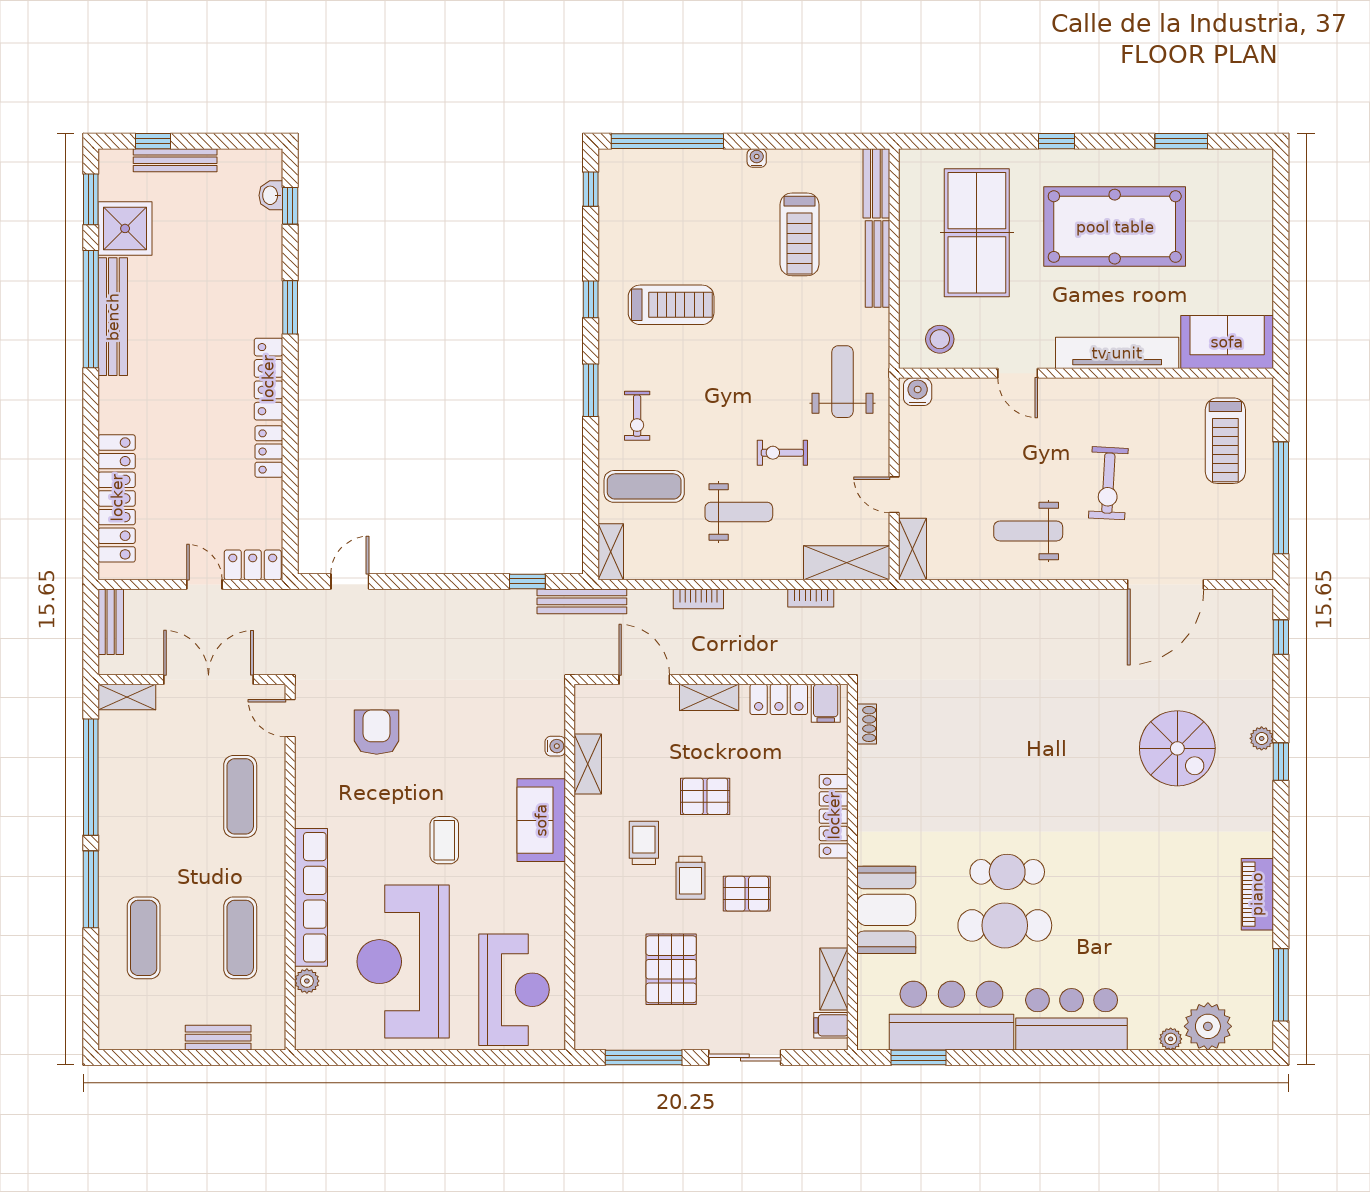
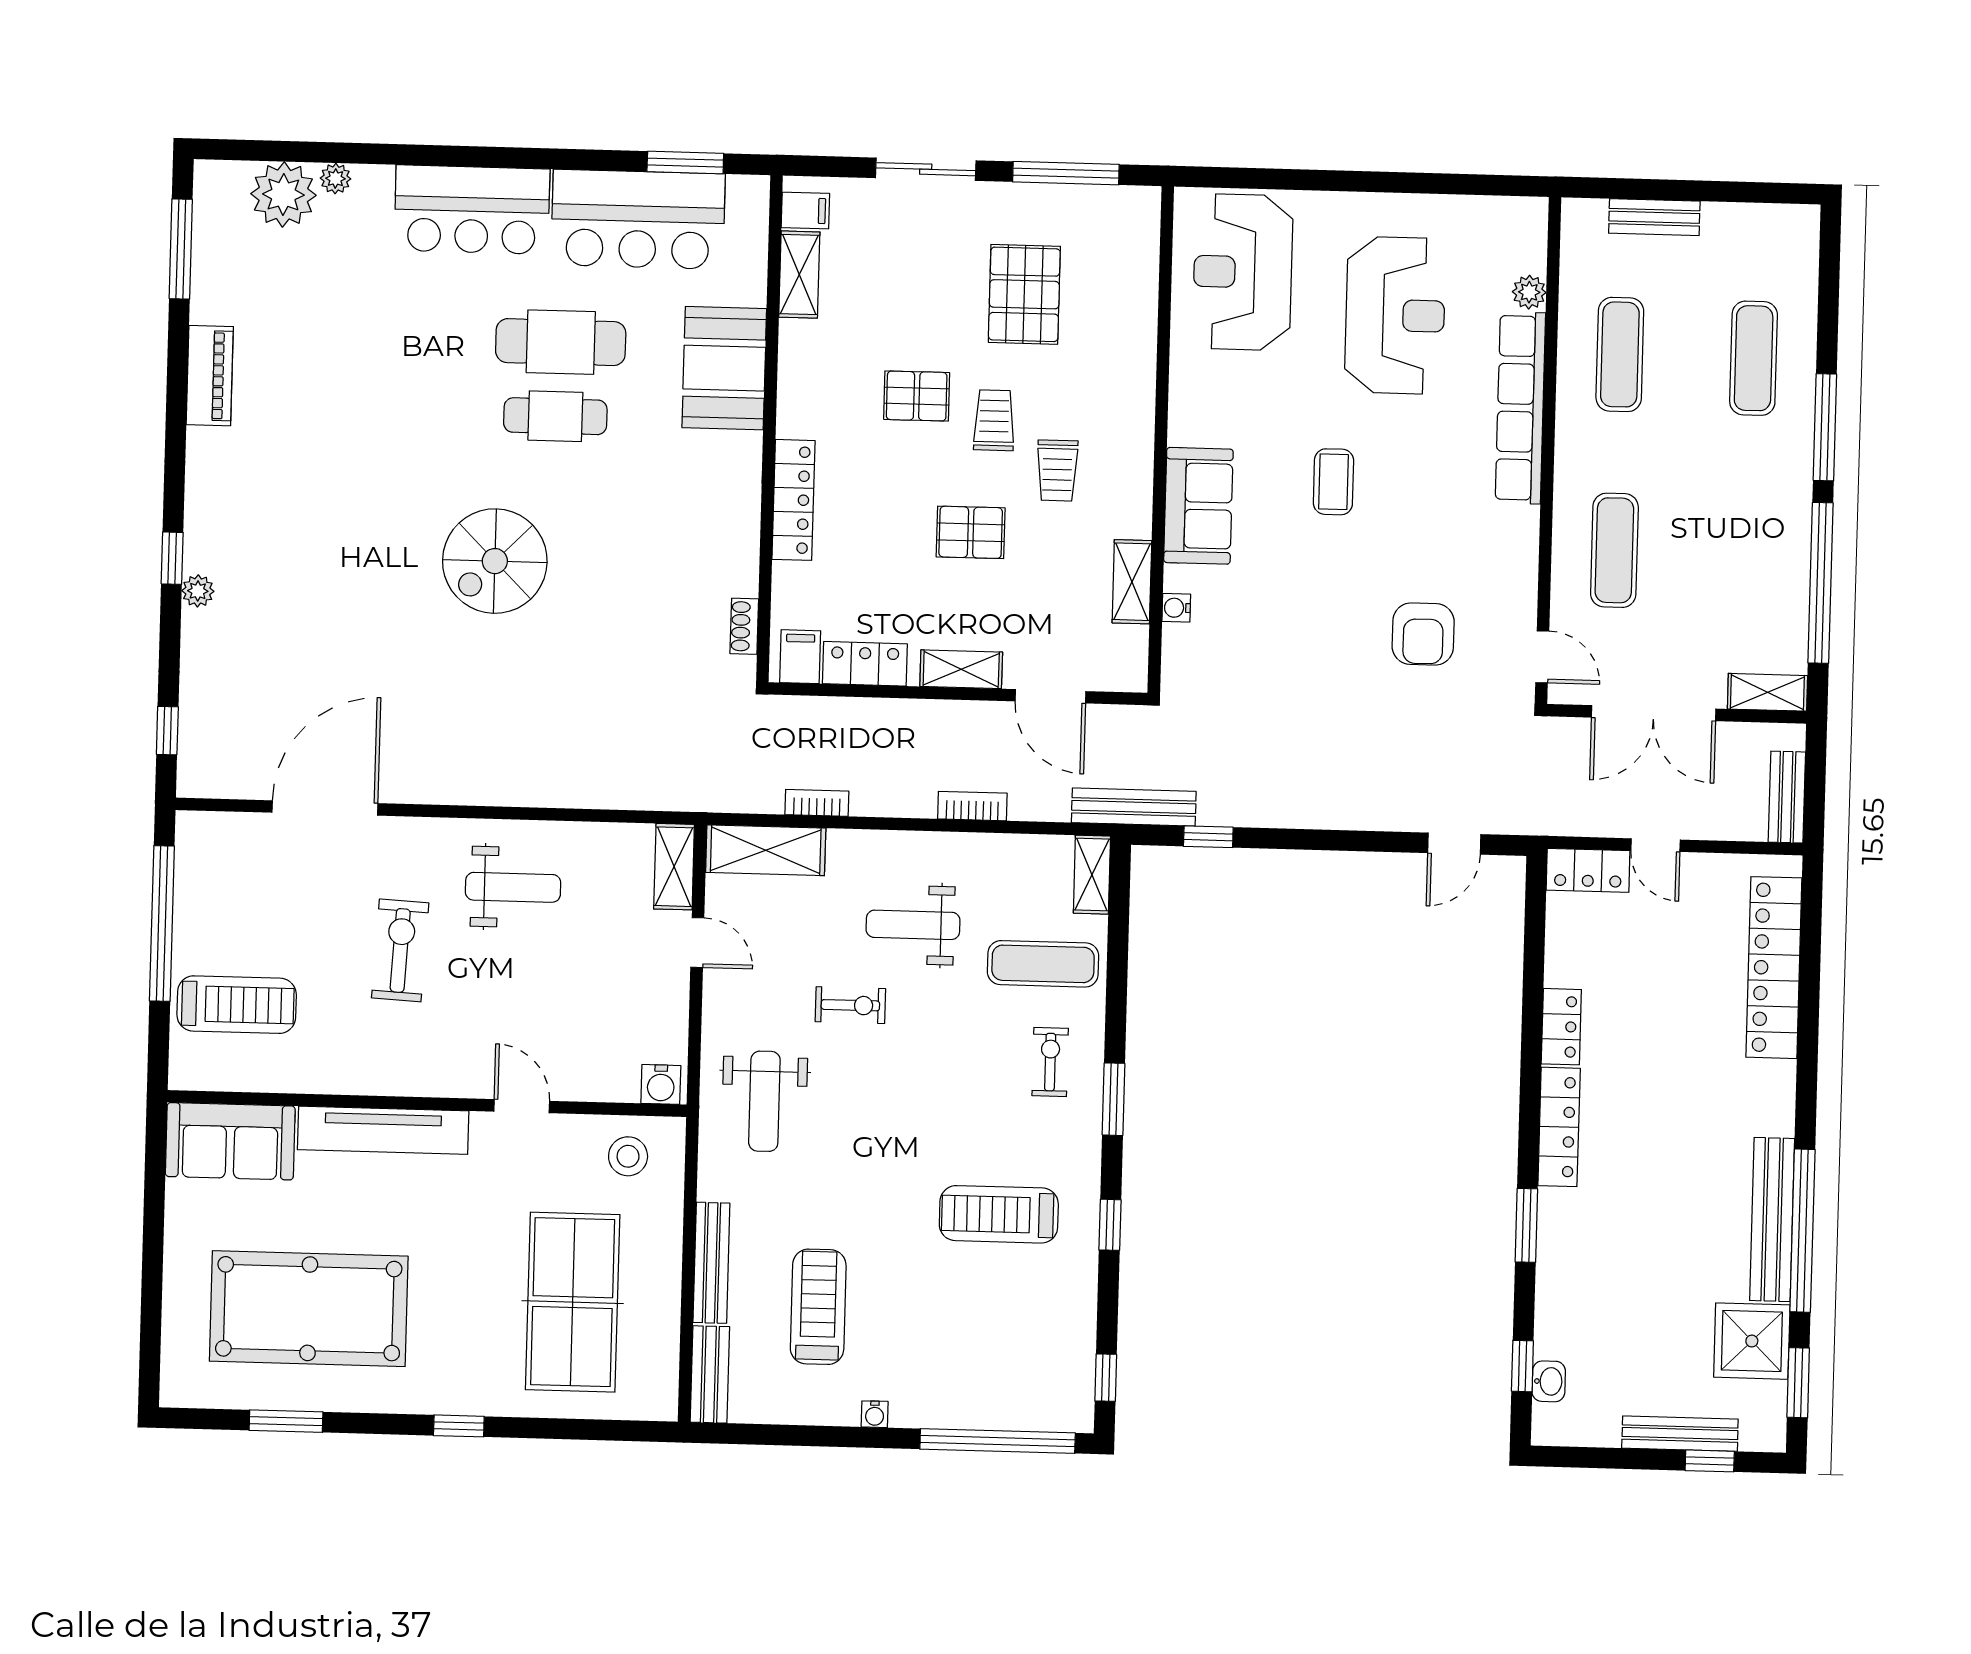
pool table: (1115, 227) -> (309, 1309), moved
treadmill: (1225, 441) -> (237, 1005), turned 90
spiral stairs: (1177, 748) -> (495, 561), moved, turned -90
reception desk: (403, 962) -> (1395, 315), width x0.74, depth x0.77

